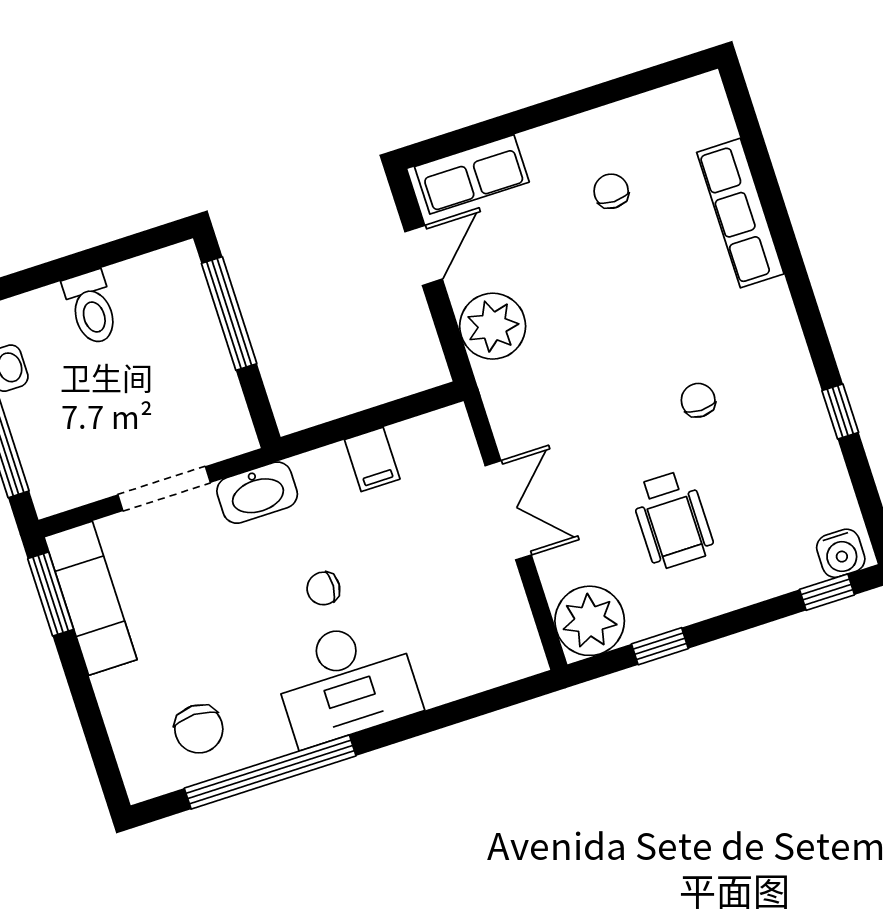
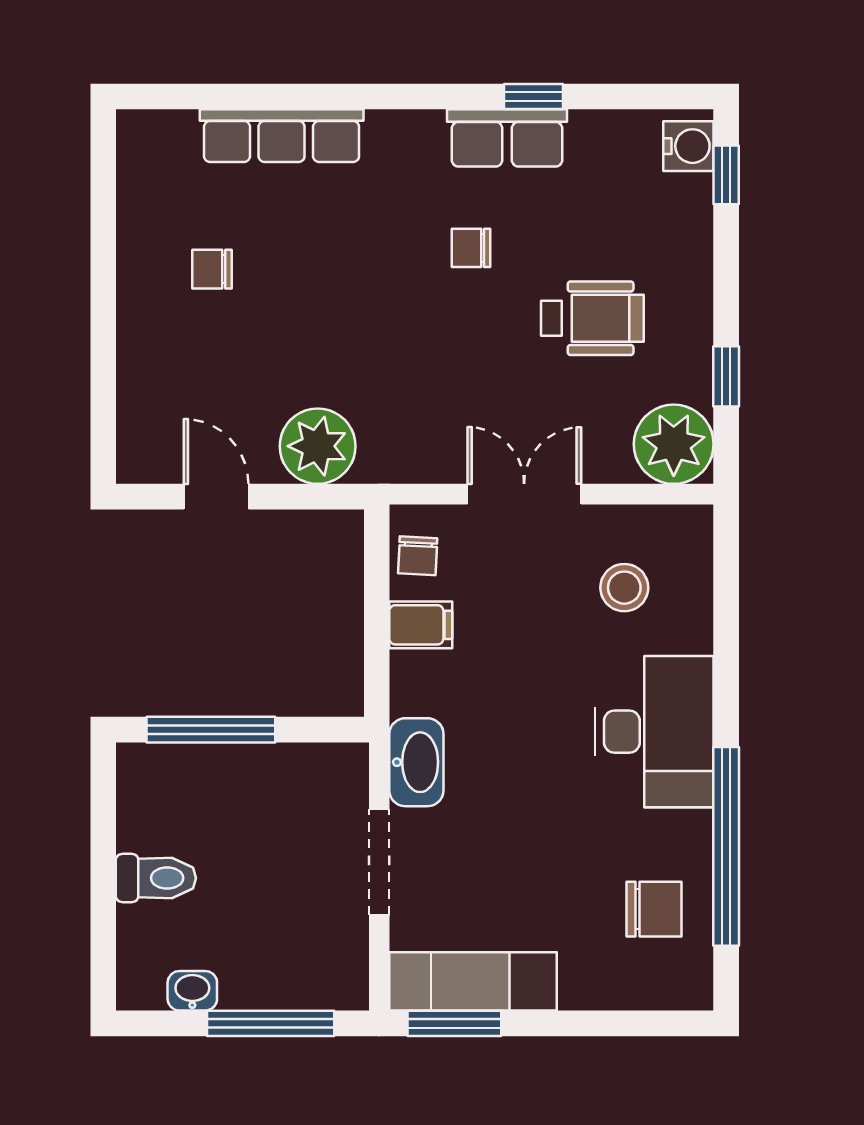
row of seats: (472, 174) -> (507, 138), moved, turned 90
chair: (323, 588) -> (418, 556), moved
stool: (458, 618) -> (624, 588), added

